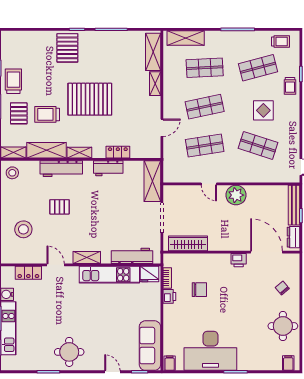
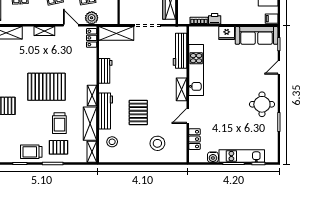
shelving: (155, 84) -> (44, 31), moved
pallet: (90, 99) -> (46, 87), turned 90
locker: (118, 152) -> (92, 38), moved
plant: (171, 152) -> (92, 18), added
stool: (12, 173) -> (112, 142), moved
pallet: (60, 207) -> (138, 113), width x1.50, depth x1.42
fridge: (150, 274) -> (227, 33), moved, turned 90

